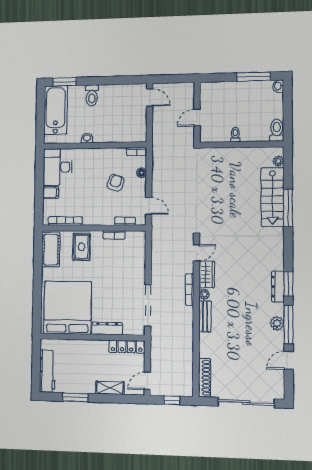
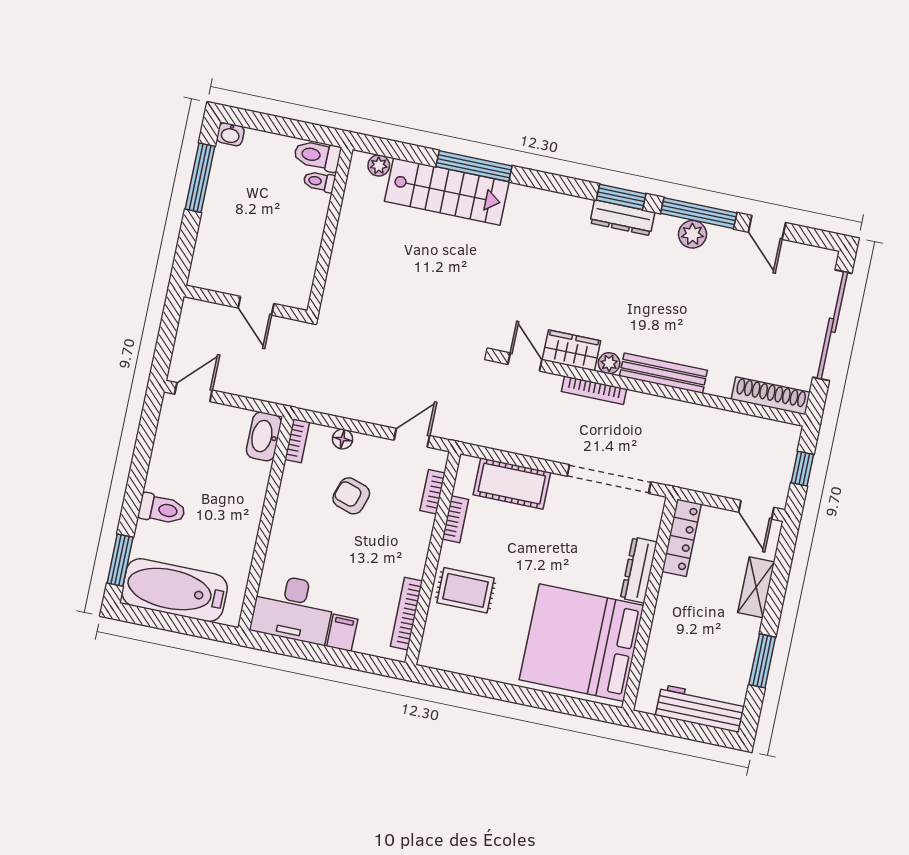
toilet: (235, 135) -> (319, 182), moved
washbasin: (87, 138) -> (264, 436), moved, width x1.91, depth x1.45
cot: (51, 249) -> (512, 484), moved
bench: (205, 316) -> (663, 373), width x1.36

